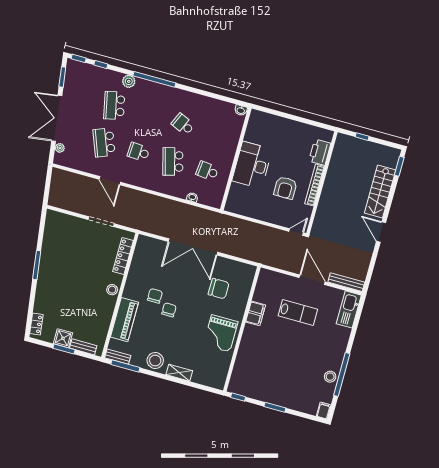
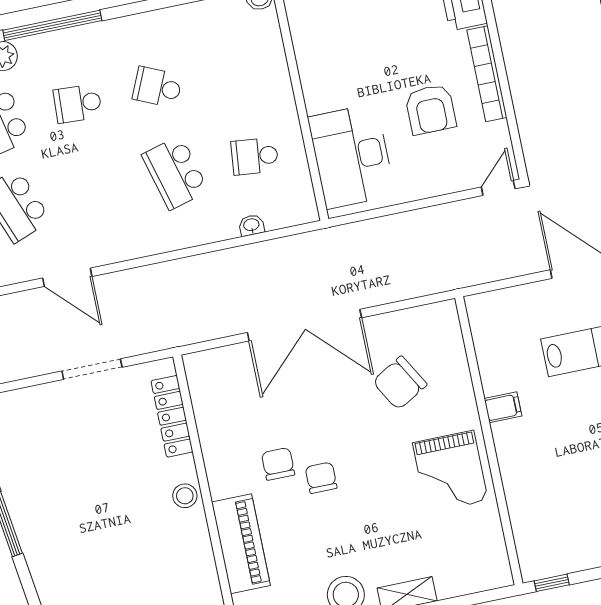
school desk: (138, 152) -> (78, 104), moved
desk: (252, 165) -> (351, 156), moved
chair: (219, 289) -> (400, 383), turned 150
filing cabinet: (256, 313) -> (503, 407), width x0.50

